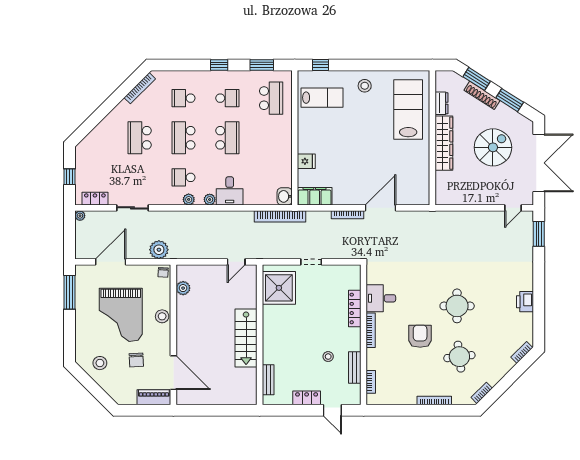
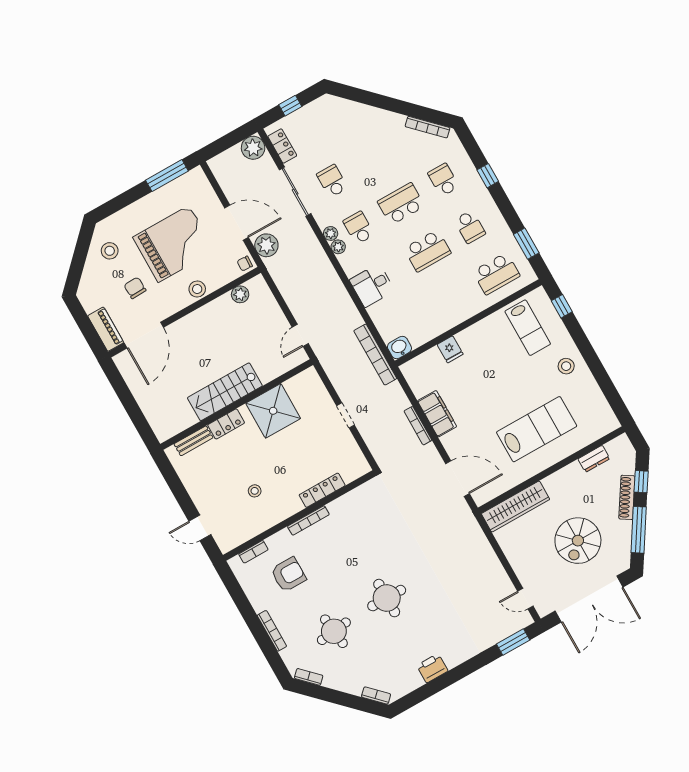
window: (219, 65) -> (488, 176), moved
window: (477, 79) -> (641, 482), width x0.67
window: (510, 100) -> (639, 530), width x1.44
lab bench: (408, 109) -> (537, 429), moved
school desk: (140, 138) -> (332, 181), moved, width x0.54
wardrobe: (444, 143) -> (516, 507), moved
spiral stairs: (493, 147) -> (578, 541), turned 90
filing cabinet: (315, 196) -> (437, 414), moved
plant: (210, 199) -> (331, 233), moved
sliding door: (132, 208) -> (295, 192), width x1.37
door: (381, 208) -> (457, 479), moved
plant: (80, 216) -> (253, 148), width x1.88, depth x1.88
door: (111, 262) -> (236, 223), moved
door: (236, 262) -> (300, 335), hinge flipped
shower: (279, 288) -> (273, 411), moved
desk: (381, 298) -> (349, 512), removed
grand piano: (121, 315) -> (174, 244), turned 180
armchair: (420, 336) -> (288, 575), moved
chair: (136, 360) -> (135, 288), turned 91
bench: (355, 368) -> (259, 526), removed
locker: (307, 398) -> (226, 424), moved, turned 90
door: (332, 410) -> (200, 528), hinge flipped

